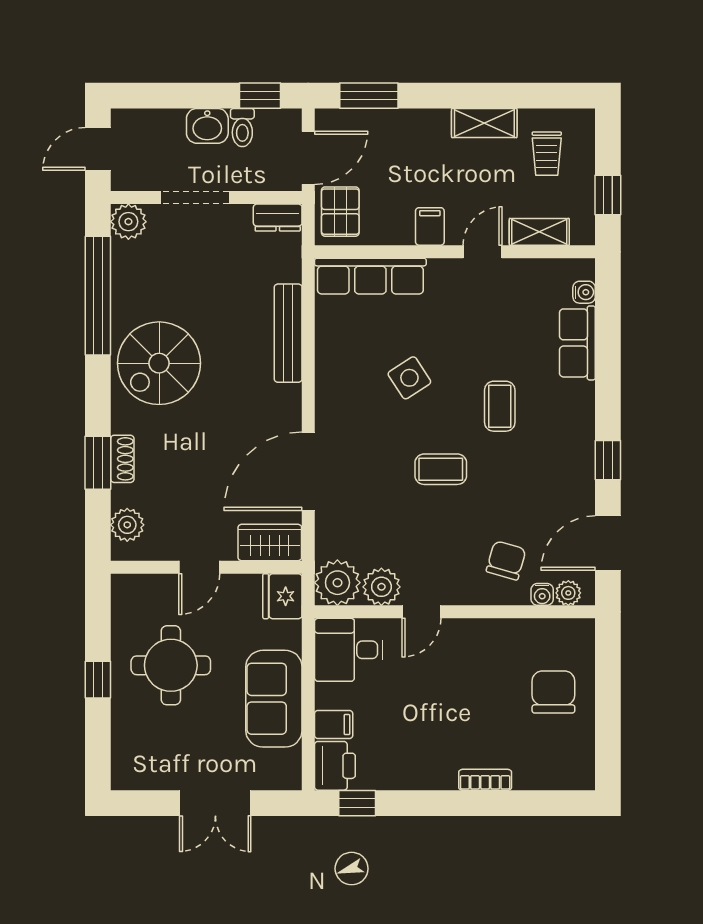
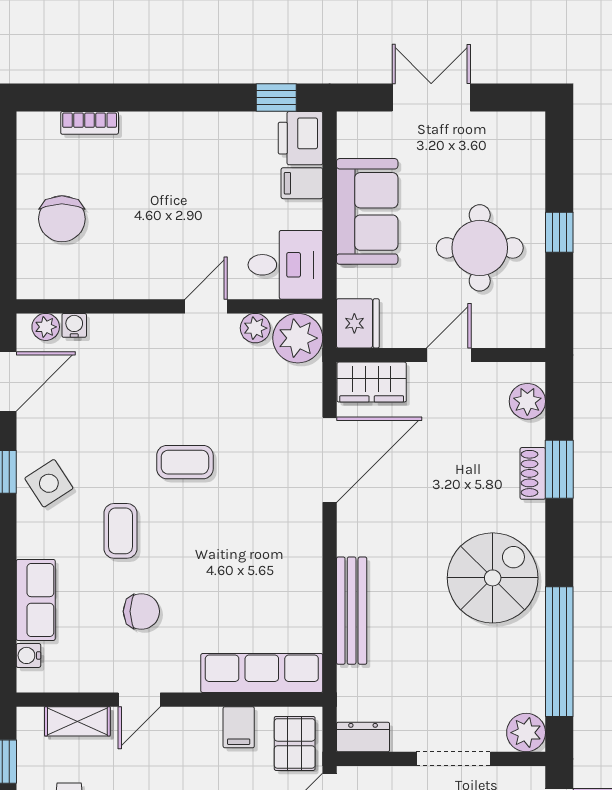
filing cabinet: (430, 226) -> (239, 727), moved
side table: (409, 378) -> (49, 483), moved
chair: (506, 560) -> (141, 611), moved, turned -106
plant: (381, 587) -> (255, 328), width x0.73, depth x0.73
bookcase: (485, 780) -> (90, 123), moved

